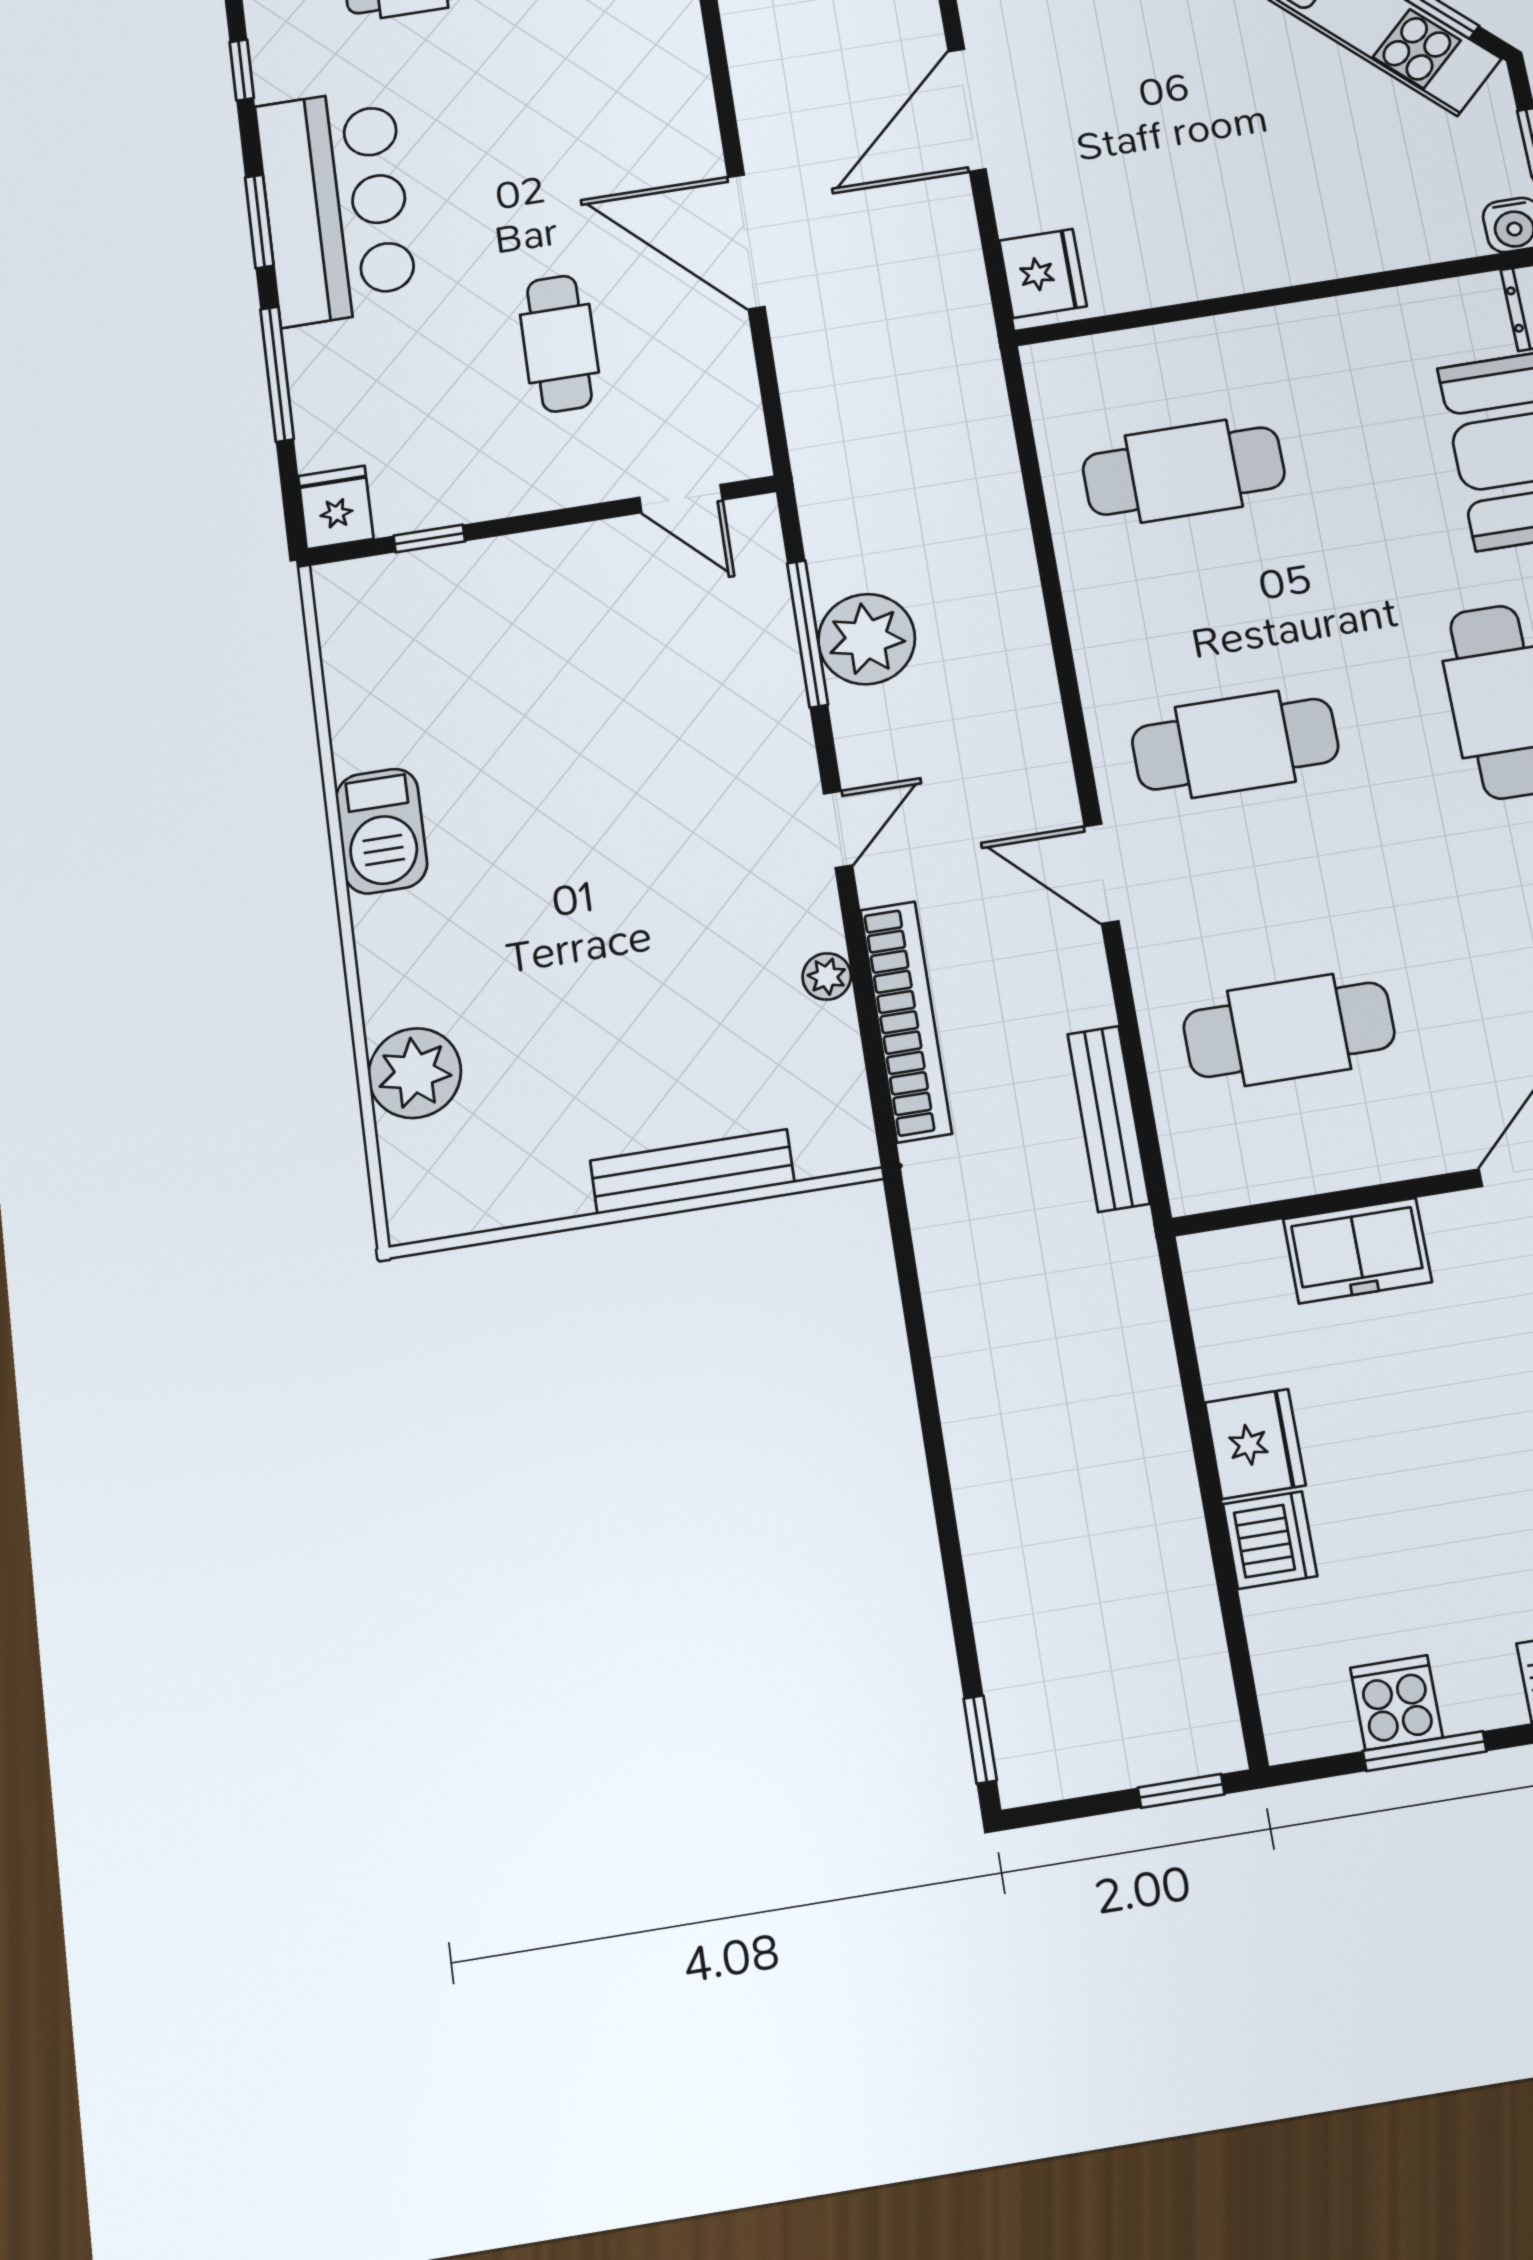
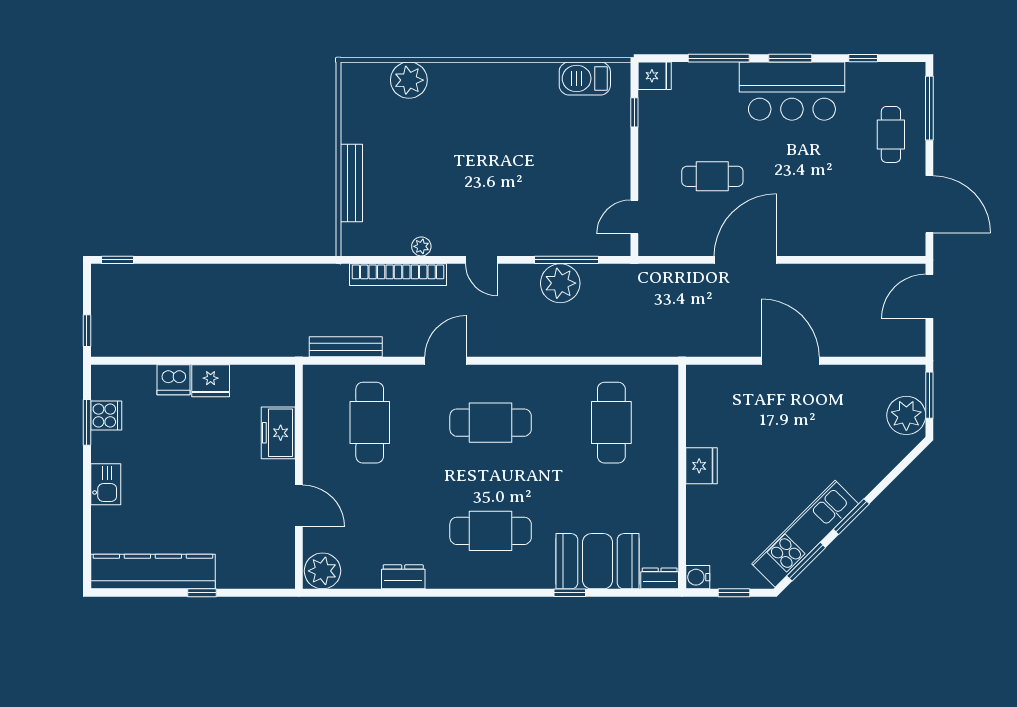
fridge: (1043, 273) -> (702, 466), moved, turned -90
cafe table: (1235, 744) -> (491, 423), turned 90
barbecue: (381, 831) -> (585, 78), moved

